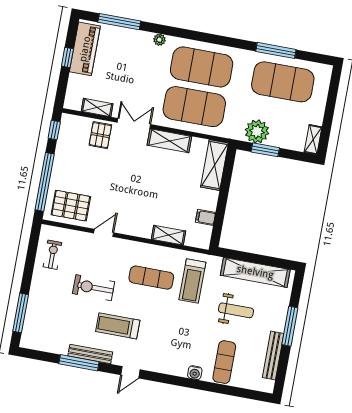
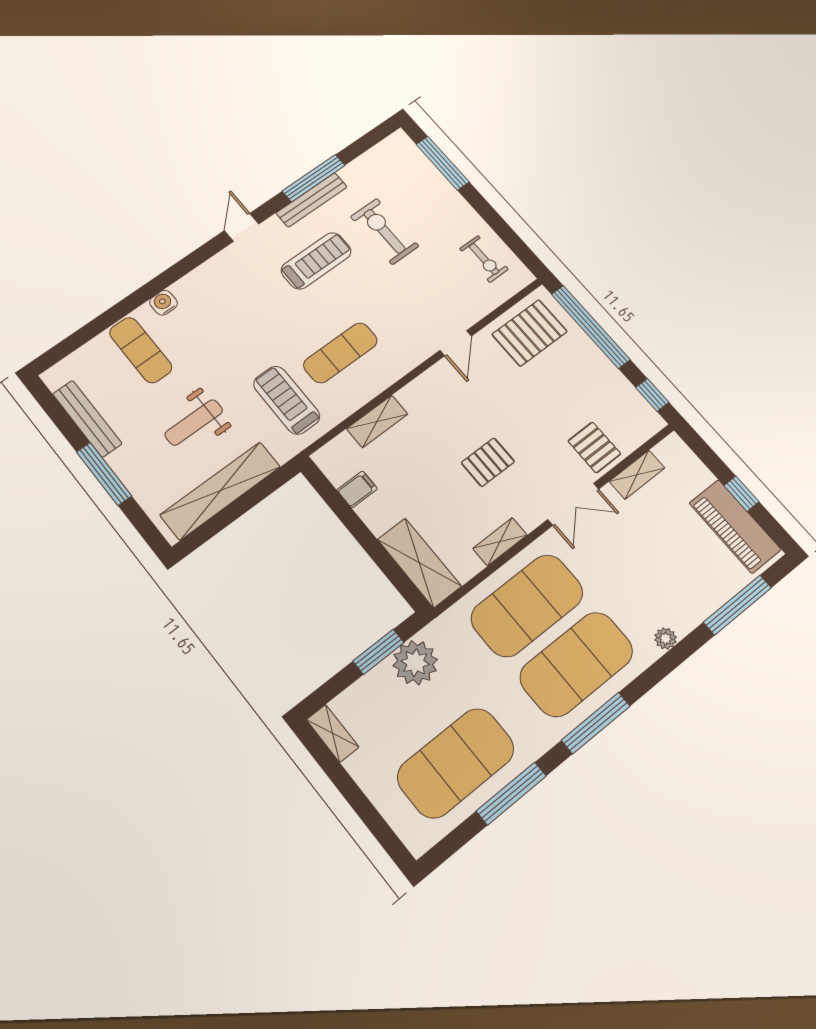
window: (219, 40) -> (596, 723), added
shelving: (169, 141) -> (500, 542), width x0.67, depth x0.75
pallet: (146, 174) -> (488, 462), added
exercise bike: (94, 288) -> (385, 231), moved, turned -90

